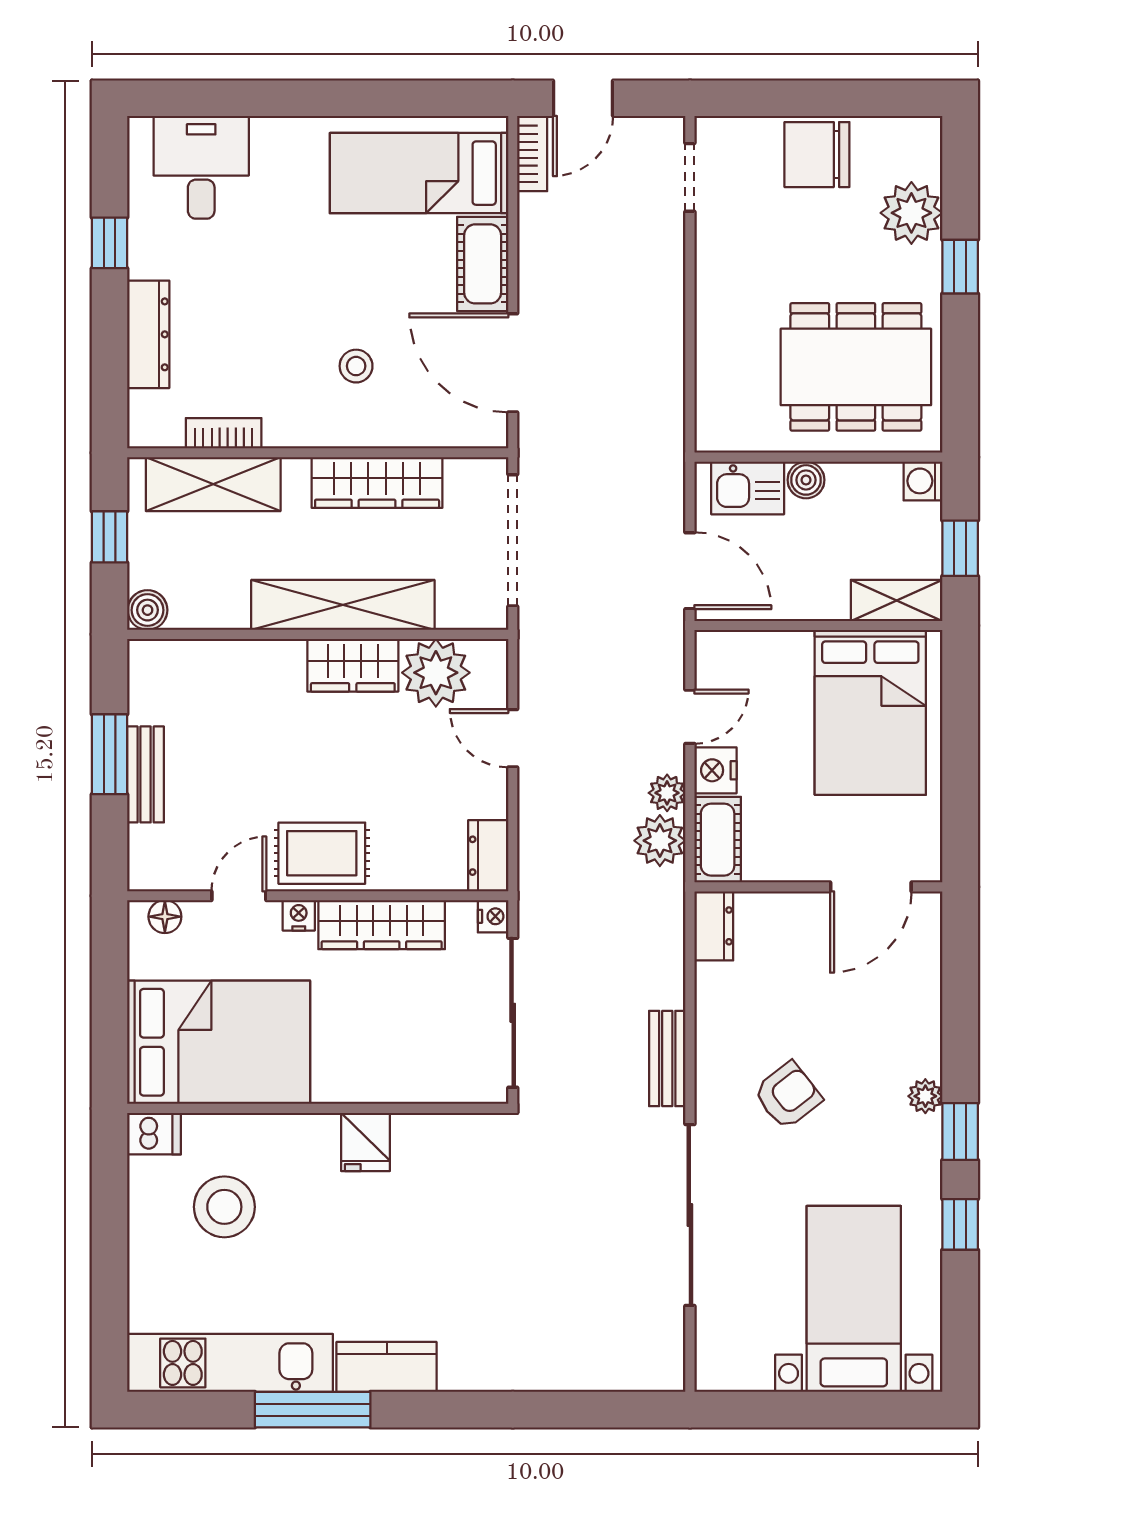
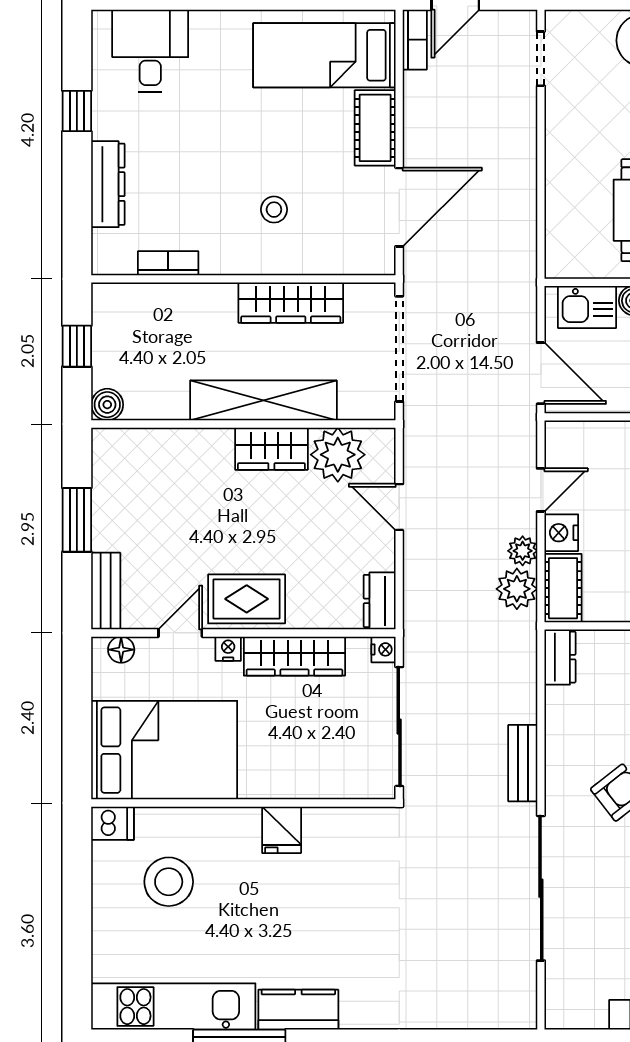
door: (513, 363) -> (399, 207), swing flipped
shelving: (213, 484) -> (160, 304), removed
bench: (146, 774) -> (106, 591), moved

